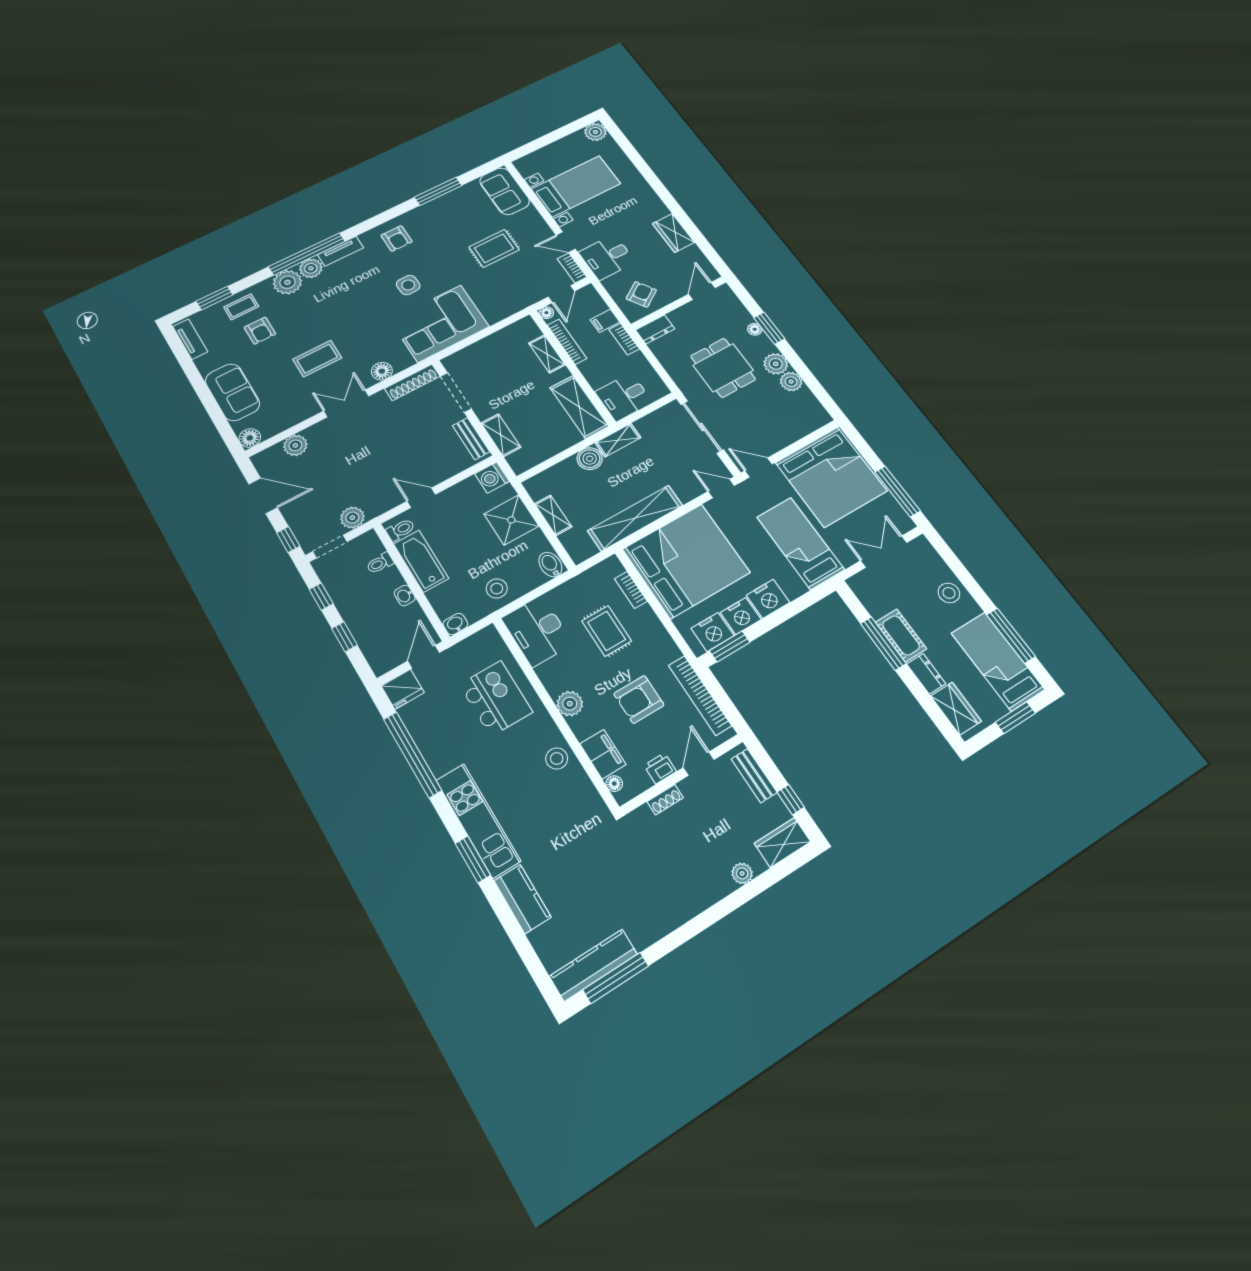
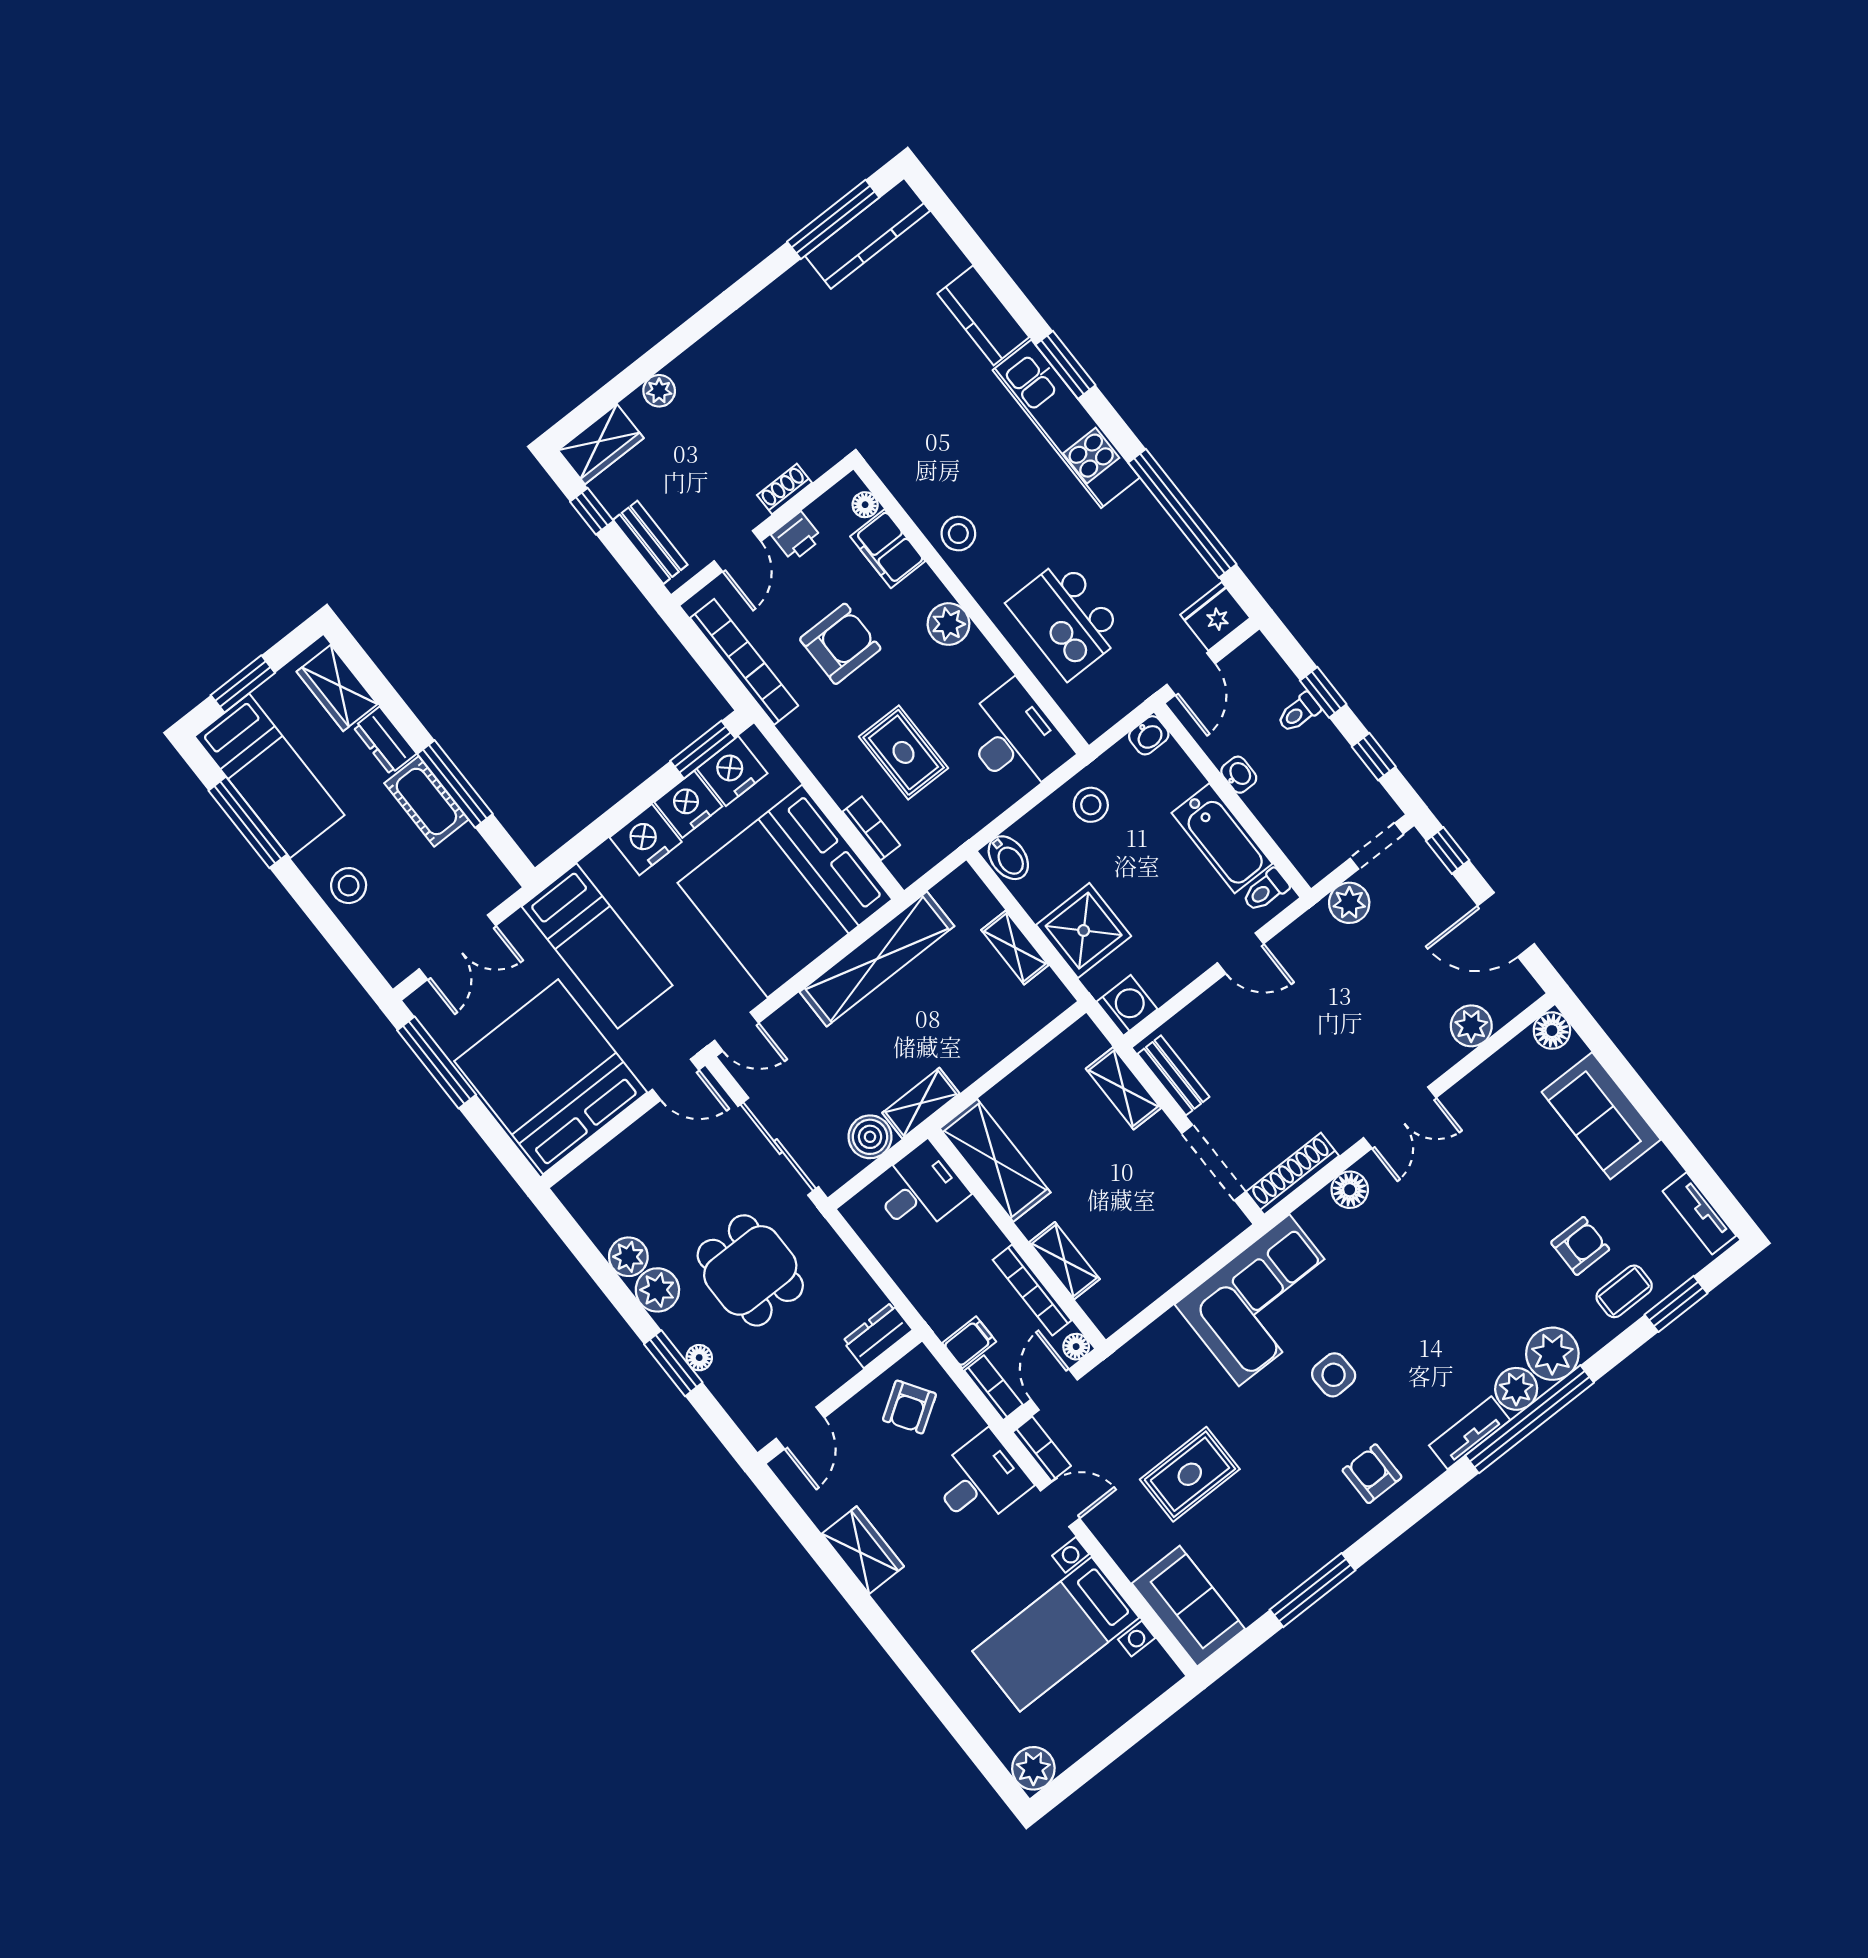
armchair: (260, 331) -> (1580, 1246), turned 90
bookcase: (624, 339) -> (994, 1388), moved
coffee table: (317, 359) -> (1468, 1201), removed
boiler: (590, 459) -> (870, 1137), moved
toilet: (380, 563) -> (1299, 713), moved, turned 180

